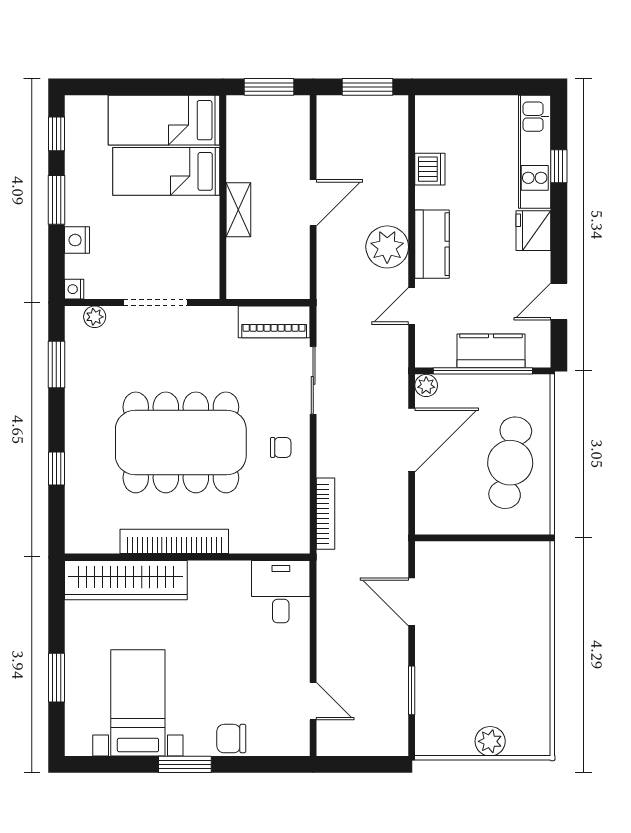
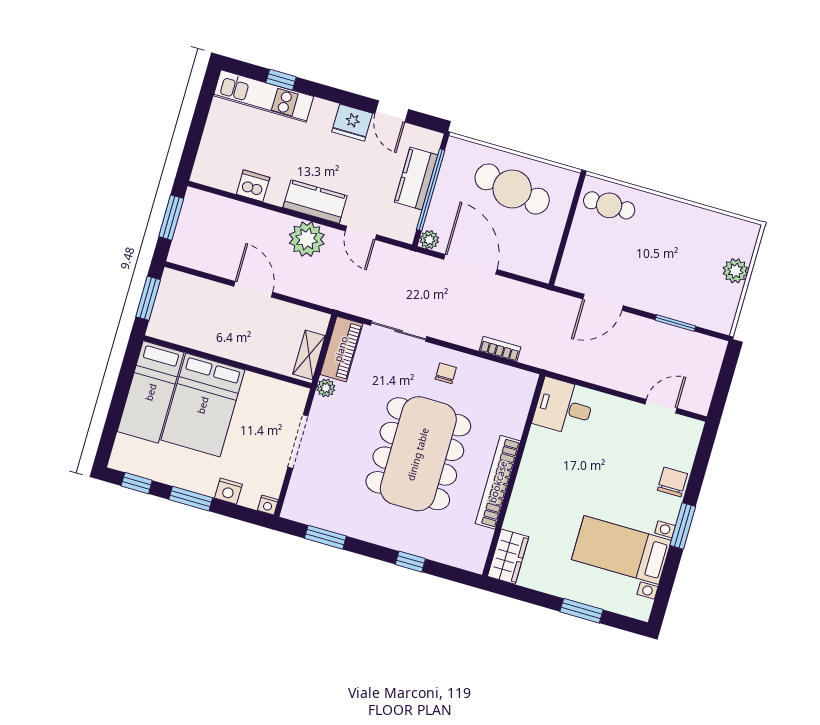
bed: (166, 171) -> (203, 405), width x1.50
shelving: (238, 210) -> (309, 355), moved, turned 90
fridge: (533, 231) -> (352, 123), moved
plant: (95, 317) -> (326, 388), moved
bookcase: (326, 514) -> (500, 349), width x0.64
cafe table: (523, 577) -> (609, 205), added
wardrobe: (126, 580) -> (508, 557), width x0.48, depth x0.85
chair: (231, 739) -> (672, 482), turned 180

